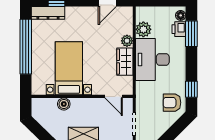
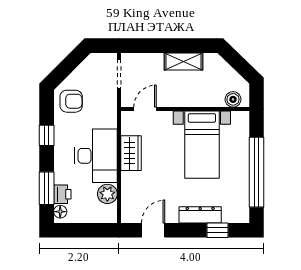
dresser: (48, 13) -> (200, 215), moved
plant: (127, 41) -> (128, 180), removed
window: (191, 89) -> (47, 135), moved
door: (114, 96) -> (145, 109), hinge flipped
boiler: (64, 104) -> (233, 99), moved

